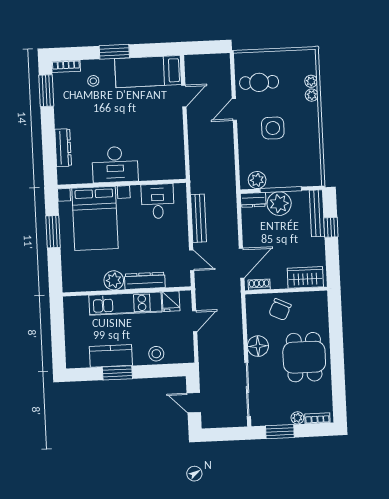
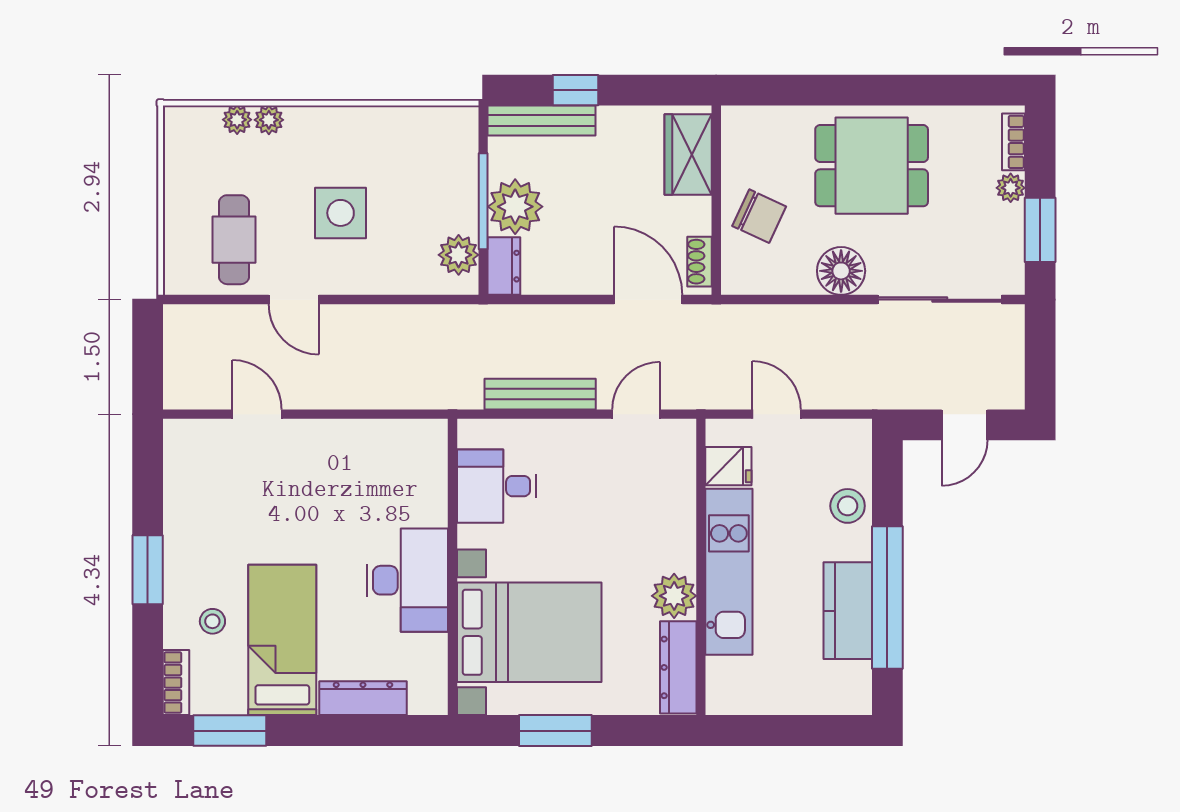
bed: (148, 72) -> (282, 640), moved, turned 180
dresser: (145, 281) -> (678, 667), moved
window: (117, 373) -> (887, 598), width x2.11

